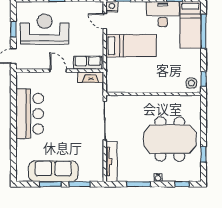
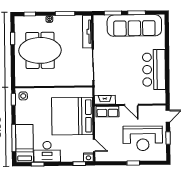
bed: (131, 46) -> (72, 116), width x2.04
sofa: (53, 171) -> (134, 25), width x1.36, depth x1.27

